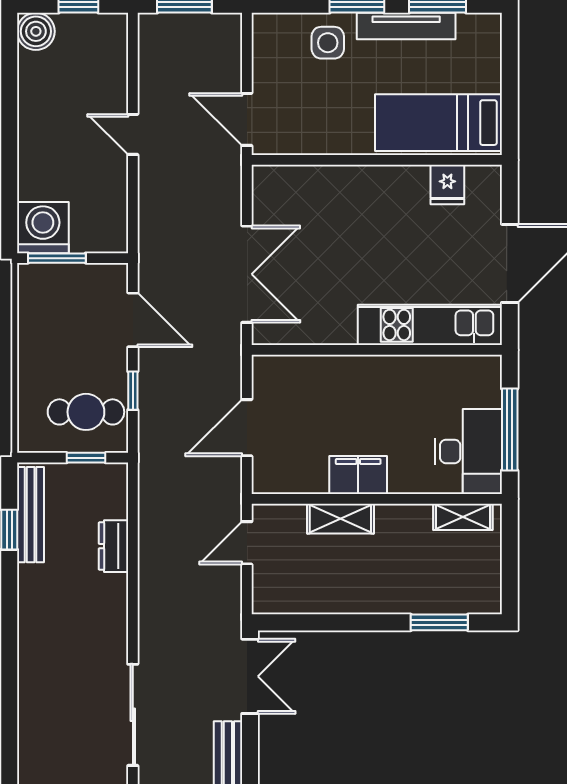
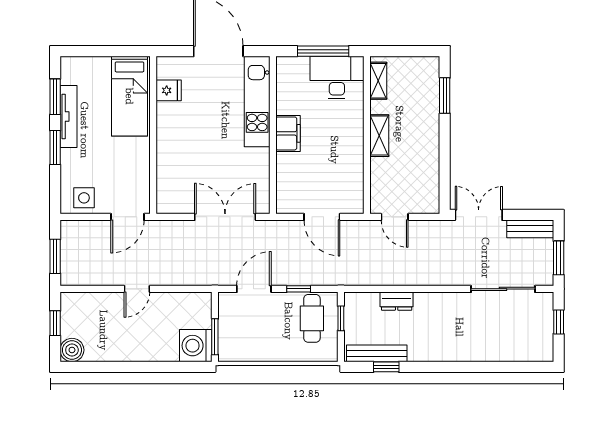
side table: (328, 43) -> (84, 198), moved
filing cabinet: (358, 475) -> (288, 133), moved, turned 180
shelving: (340, 519) -> (379, 136), moved

